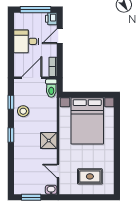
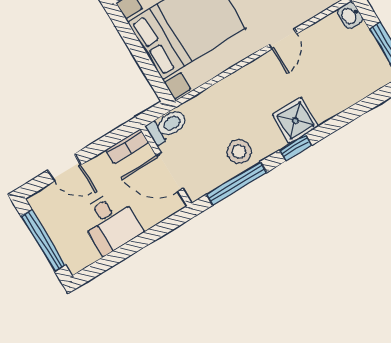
printer: (51, 19) -> (42, 202), removed
window: (11, 102) -> (237, 183), width x2.17
shower: (49, 141) -> (295, 121), moved
door: (58, 171) -> (283, 39), moved

